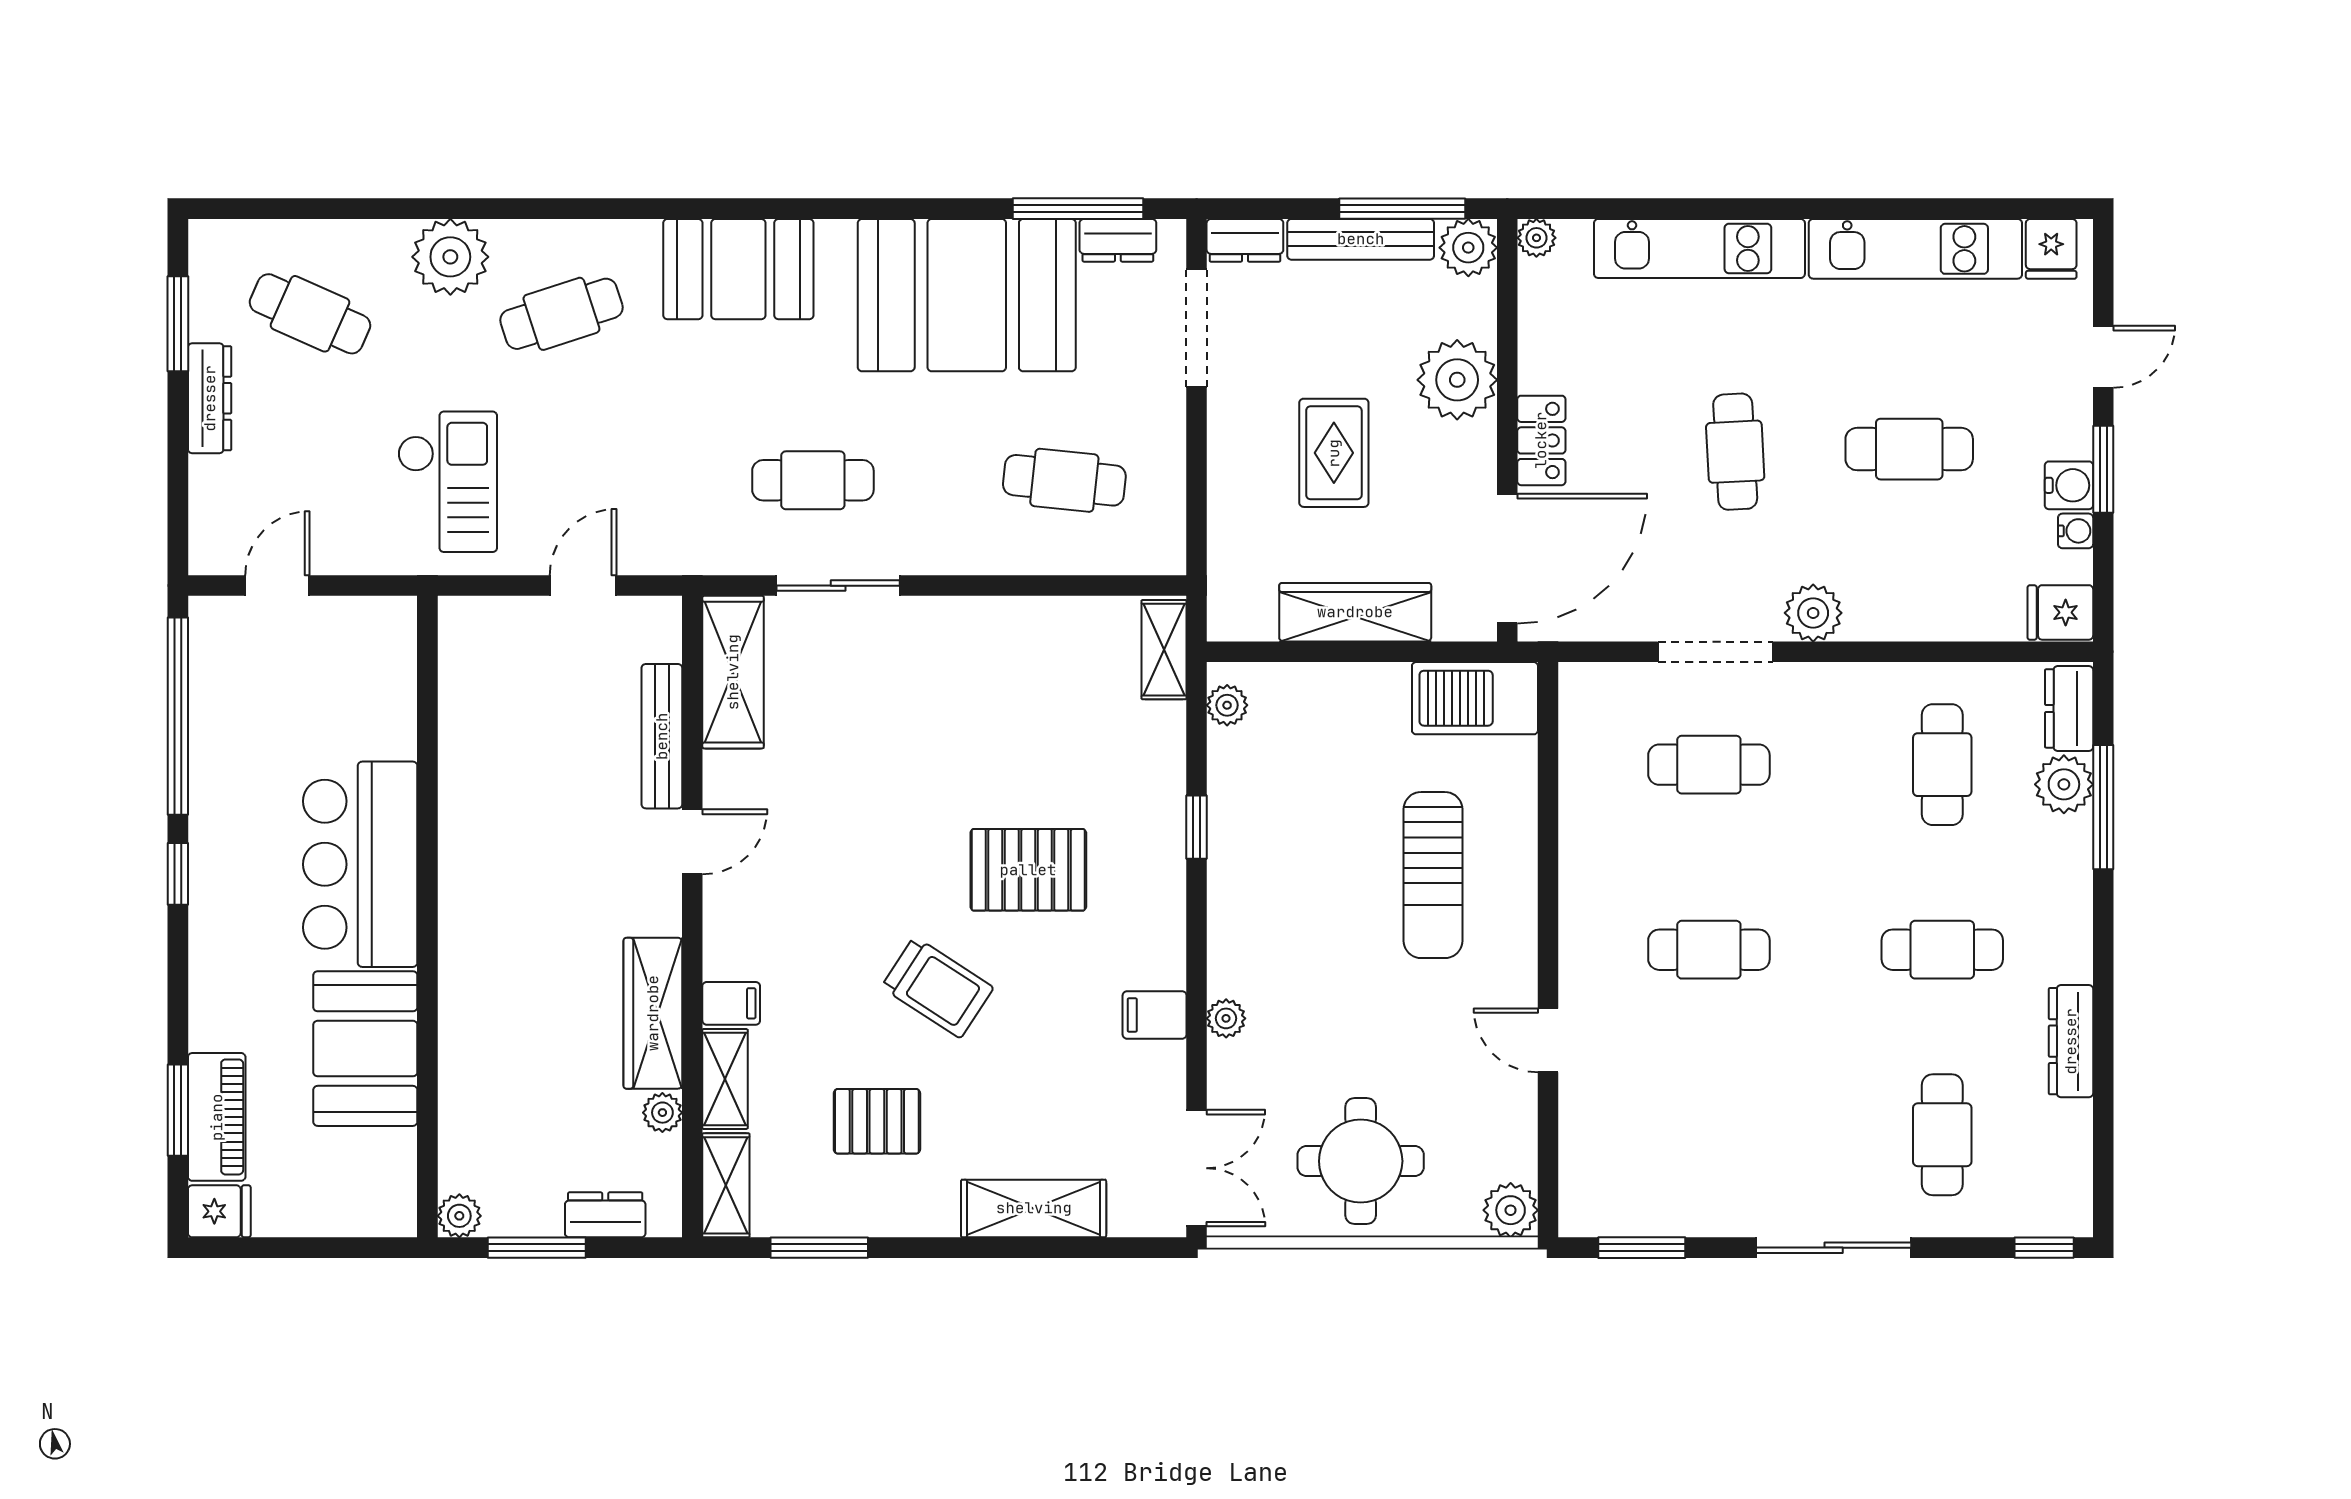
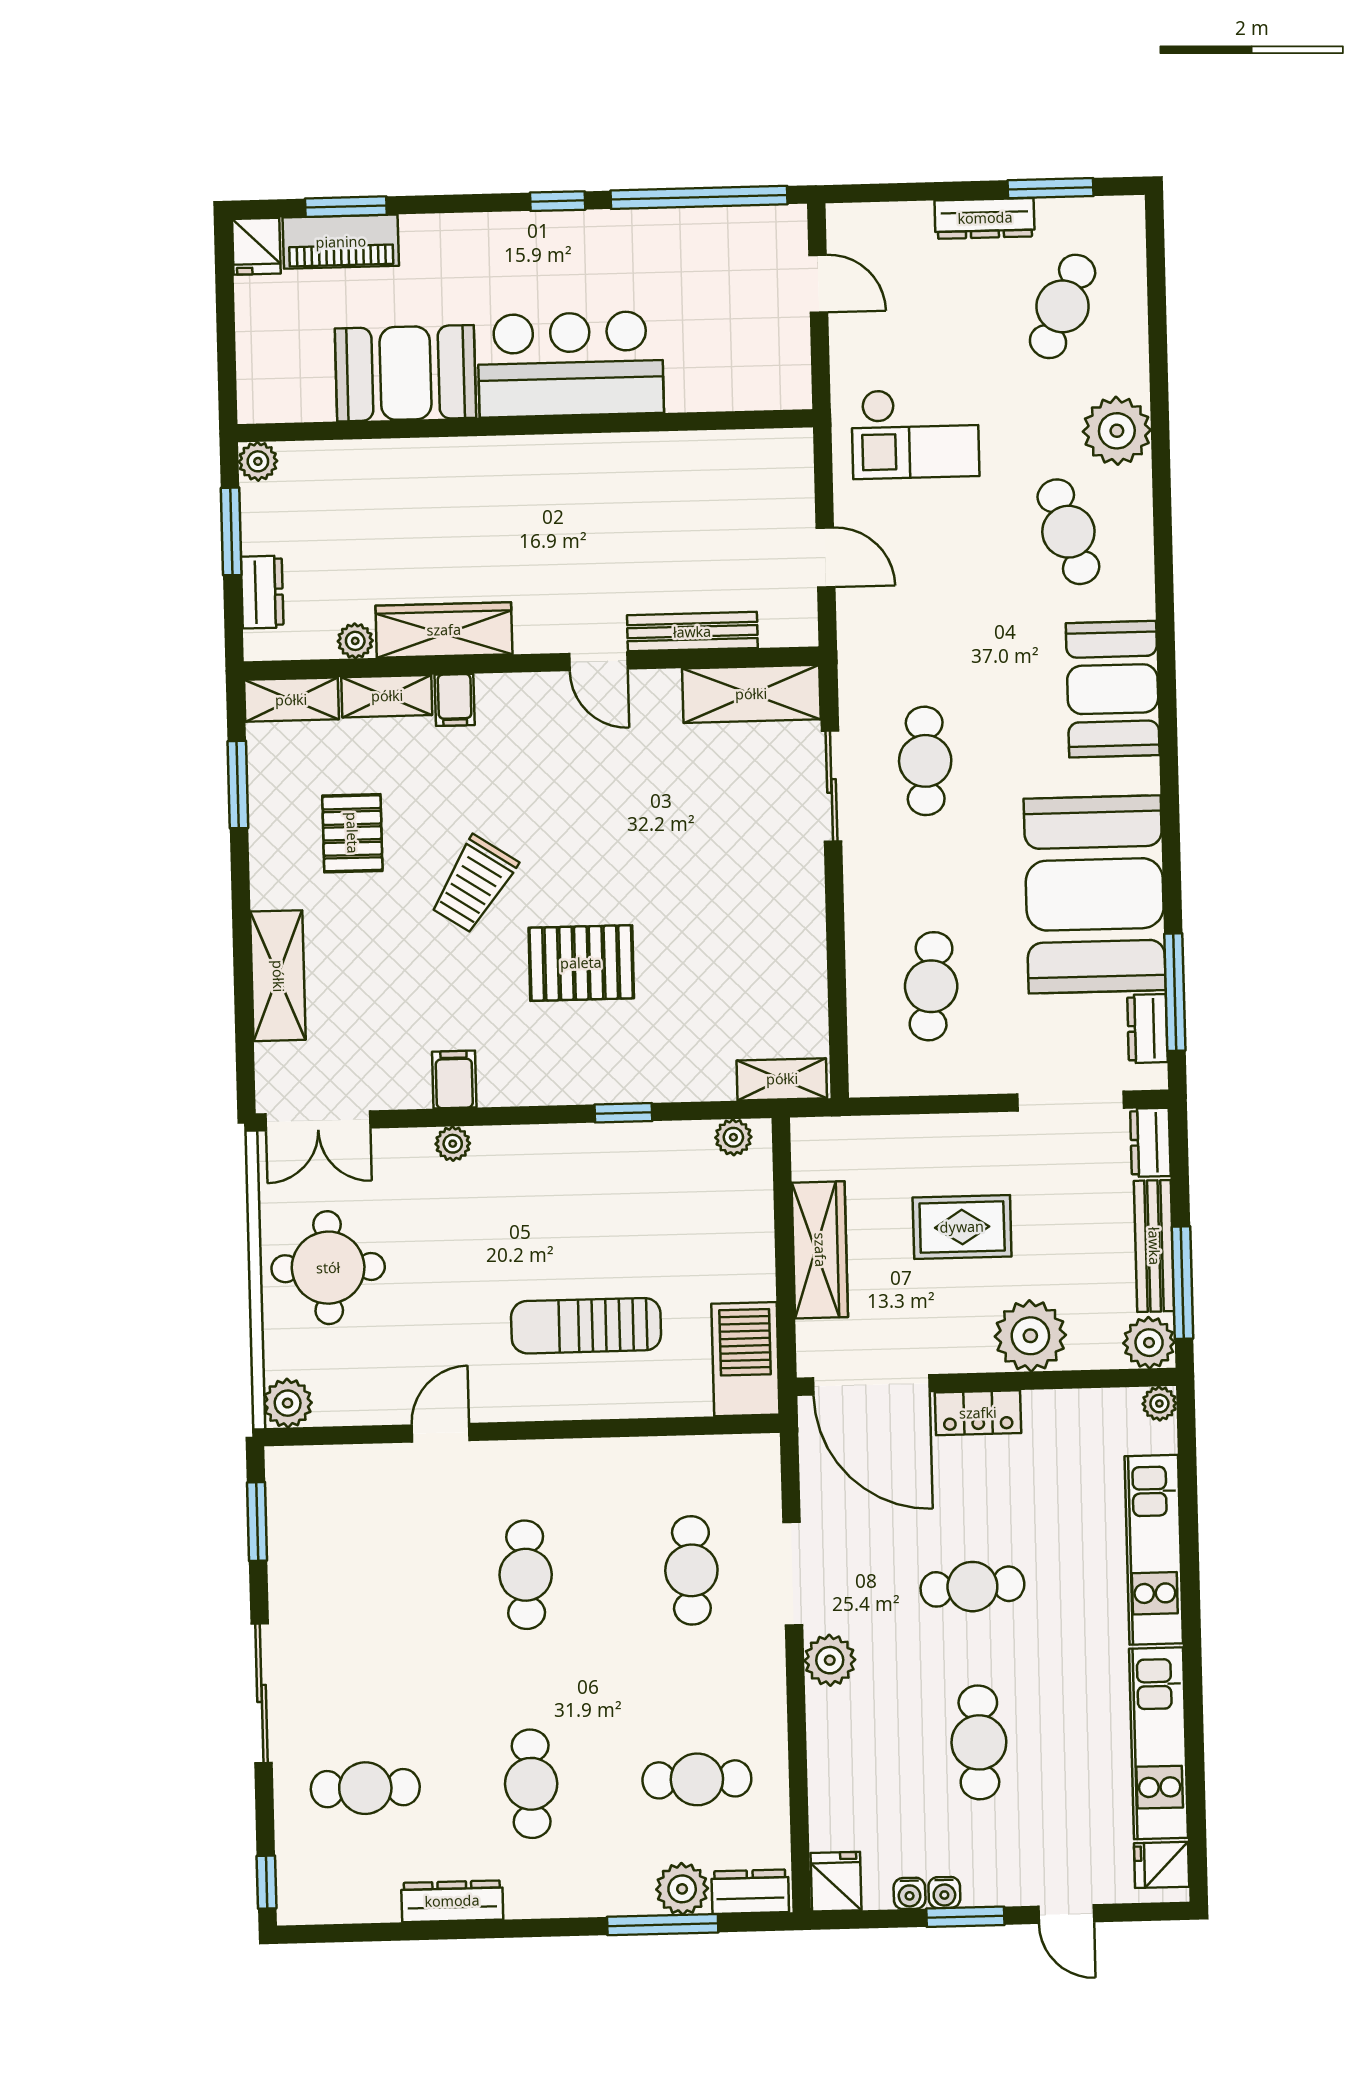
water cooler: (2069, 485) -> (944, 1893), width x0.72, depth x0.72
pallet: (1028, 870) -> (581, 963), turned 90

